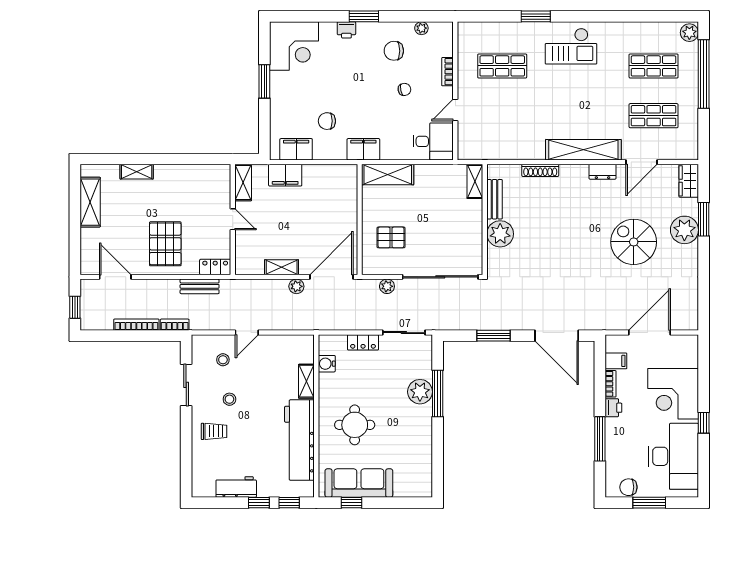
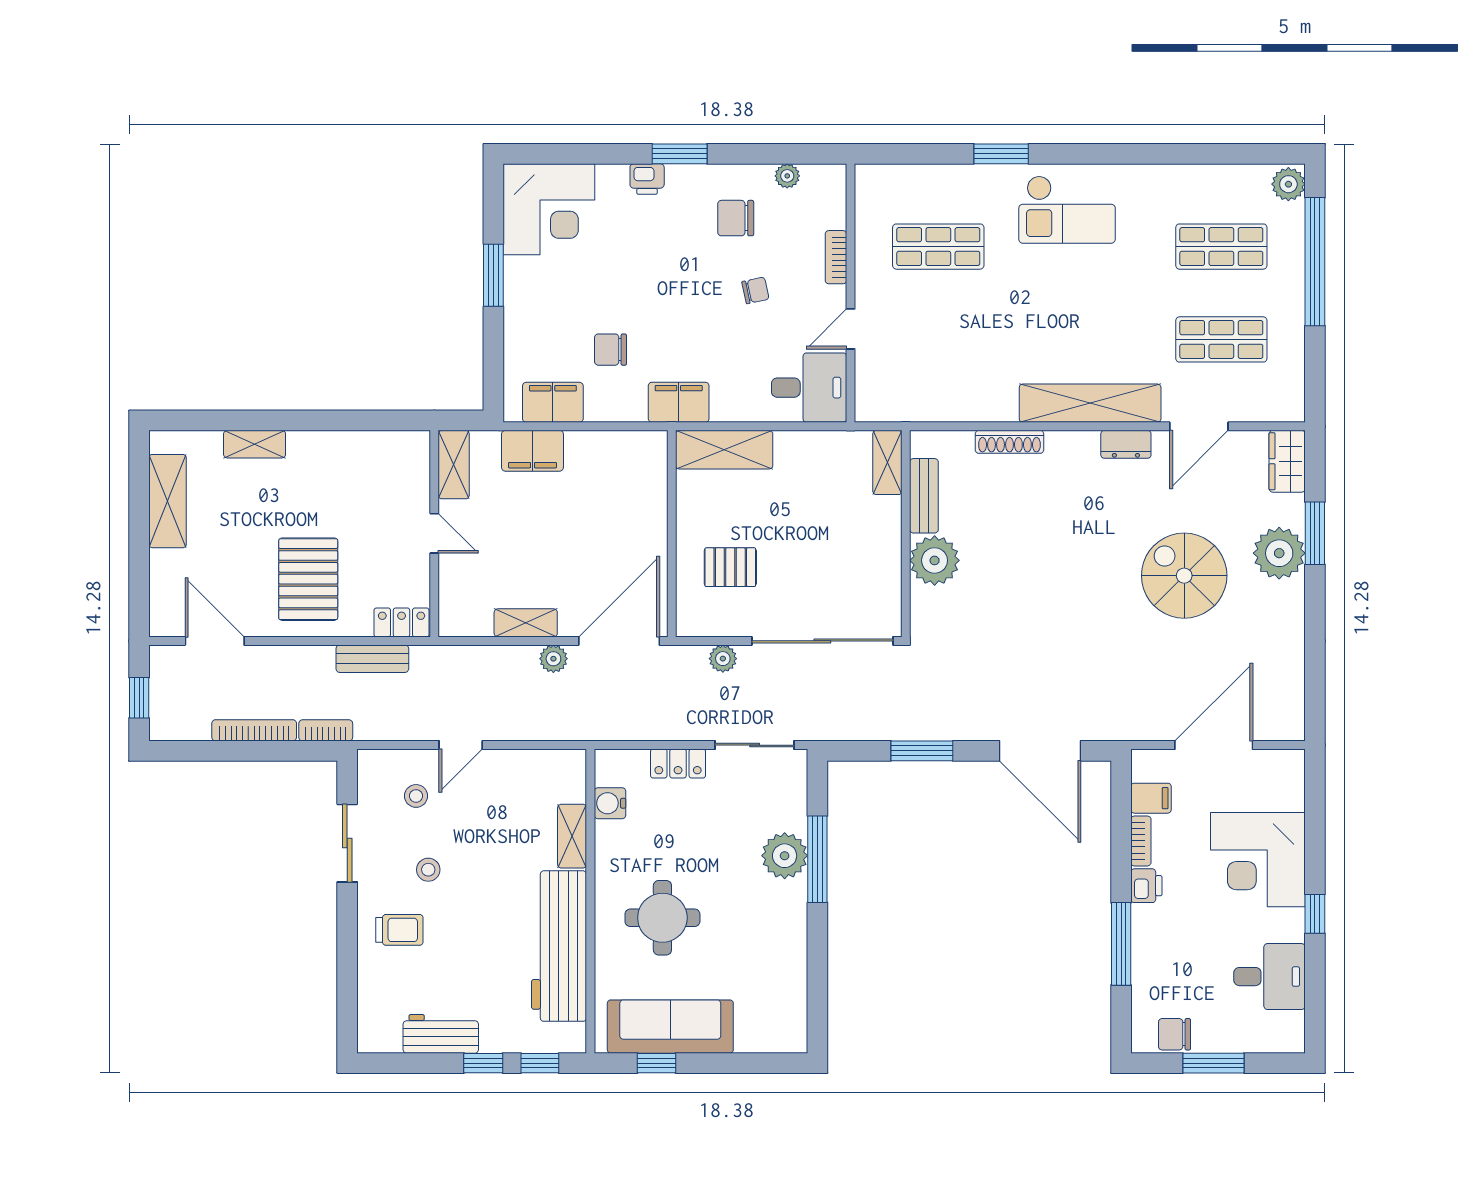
desk: (674, 456) -> (1270, 977), width x0.53, depth x0.77

